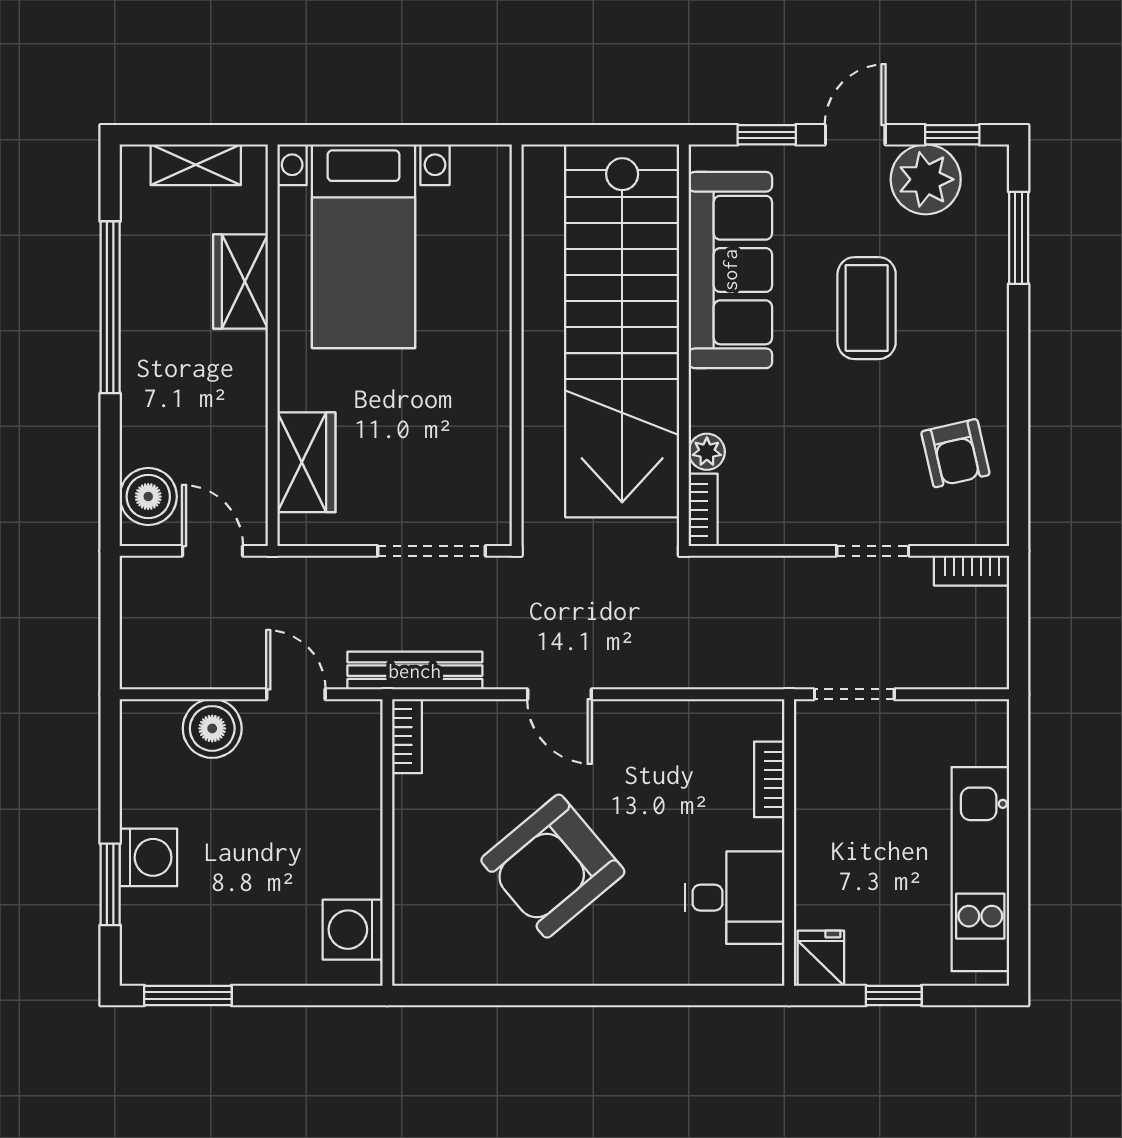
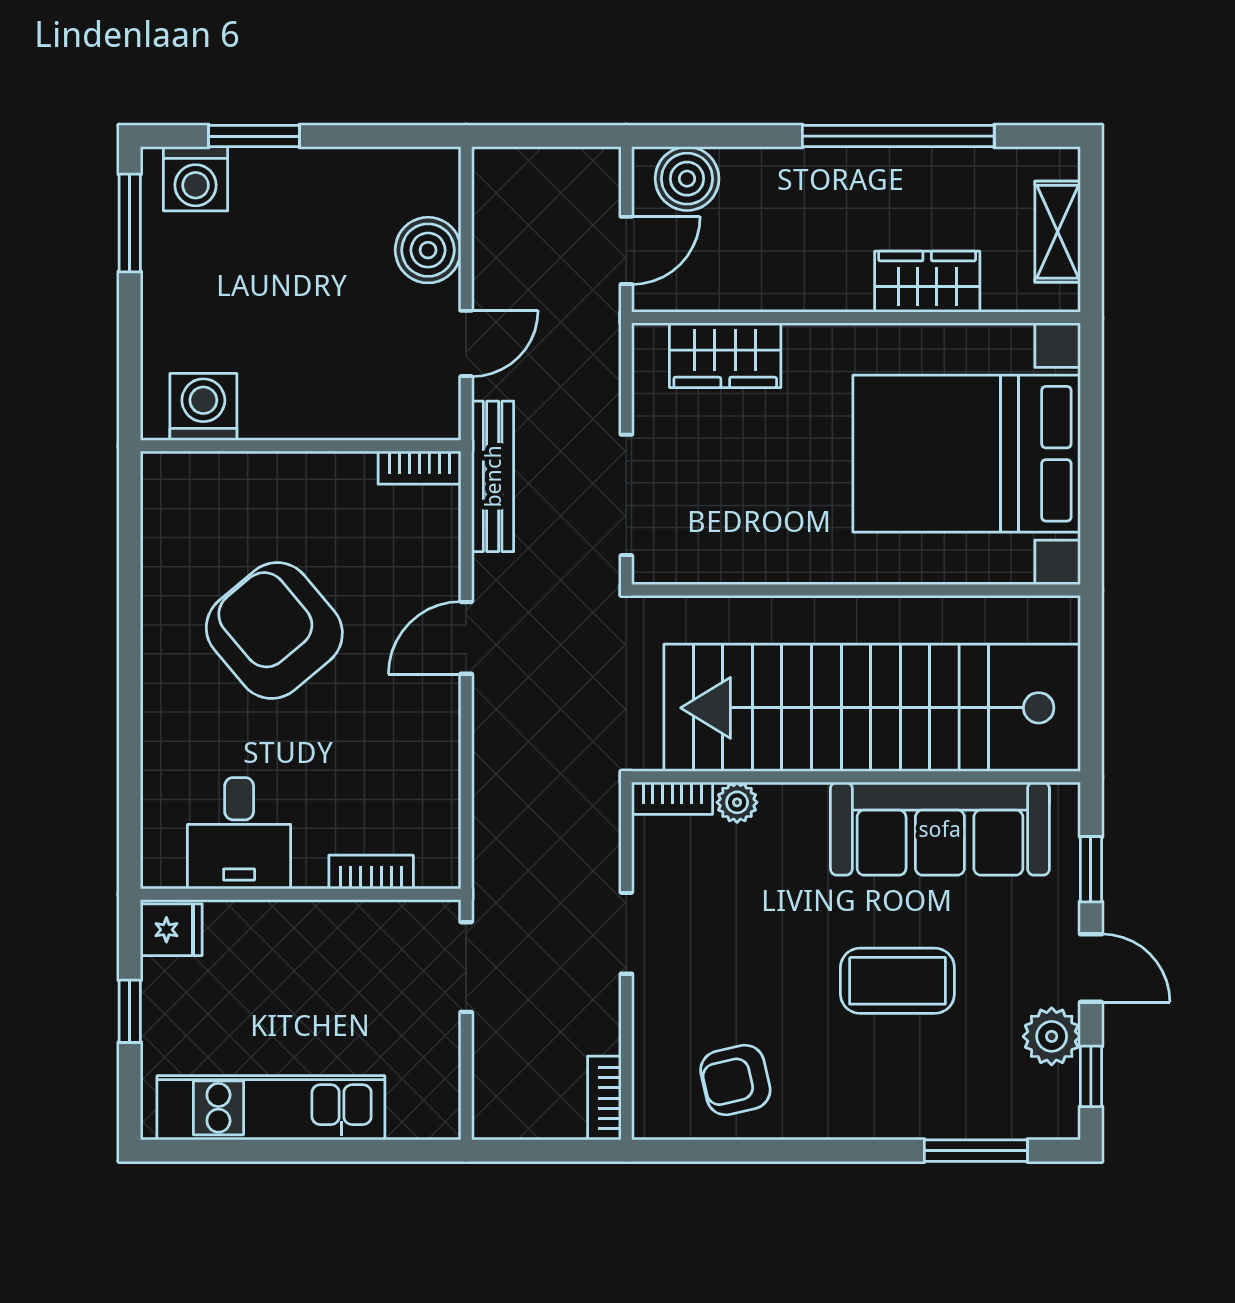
plant: (926, 179) -> (1052, 1036), width x0.73, depth x0.73
bed with nightstands: (364, 246) -> (967, 454), width x1.36
doorway: (873, 551) -> (626, 933), moved
washing machine: (148, 857) -> (196, 179), moved

